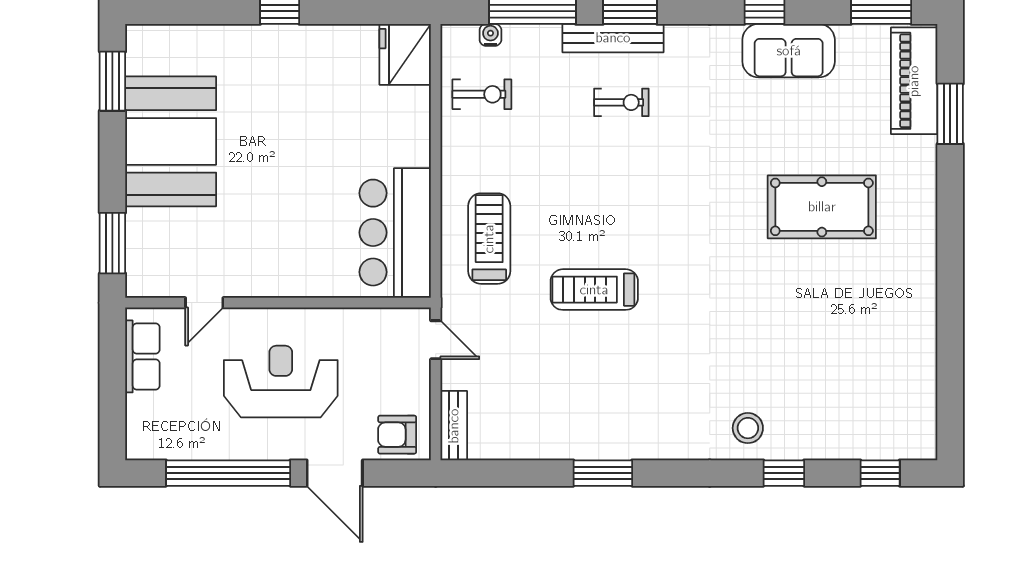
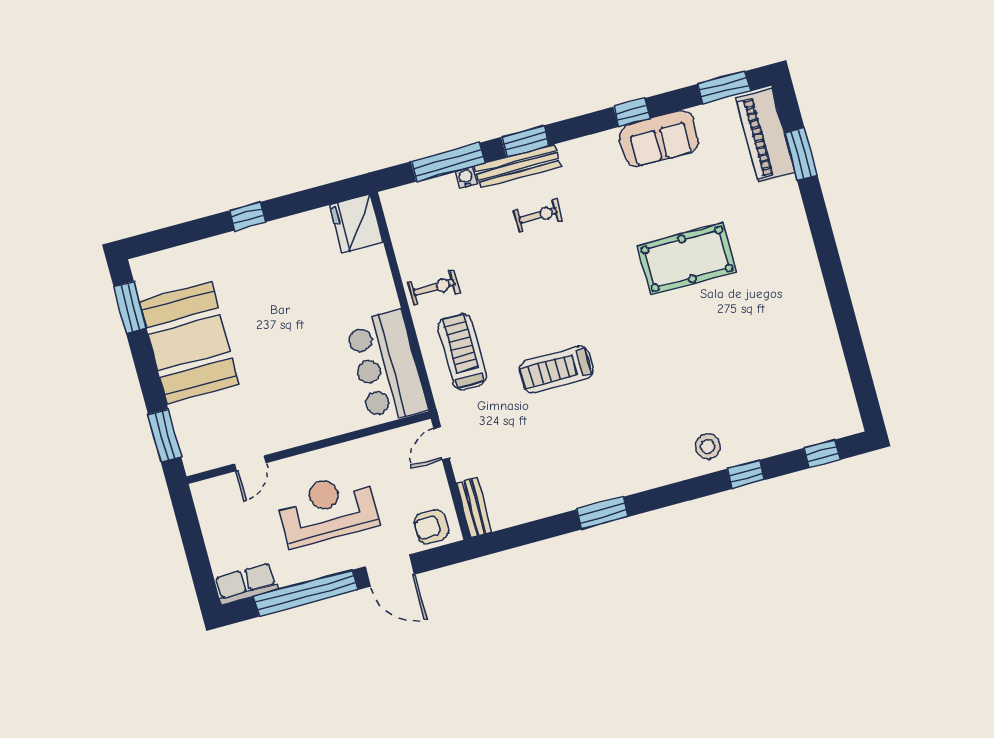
water cooler: (490, 35) -> (466, 177), moved
exercise bike: (482, 94) -> (434, 288), moved
pool table: (822, 207) -> (687, 259), moved
door: (436, 340) -> (441, 443), swing flipped
row of seats: (142, 356) -> (246, 584), moved, turned -90

